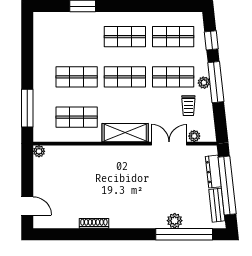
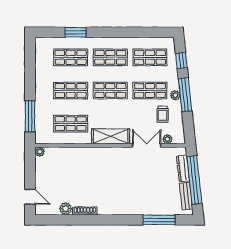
shop shelf: (77, 37) -> (71, 57), added
plant: (175, 221) -> (66, 209), moved
window: (184, 234) -> (159, 220), width x0.68

